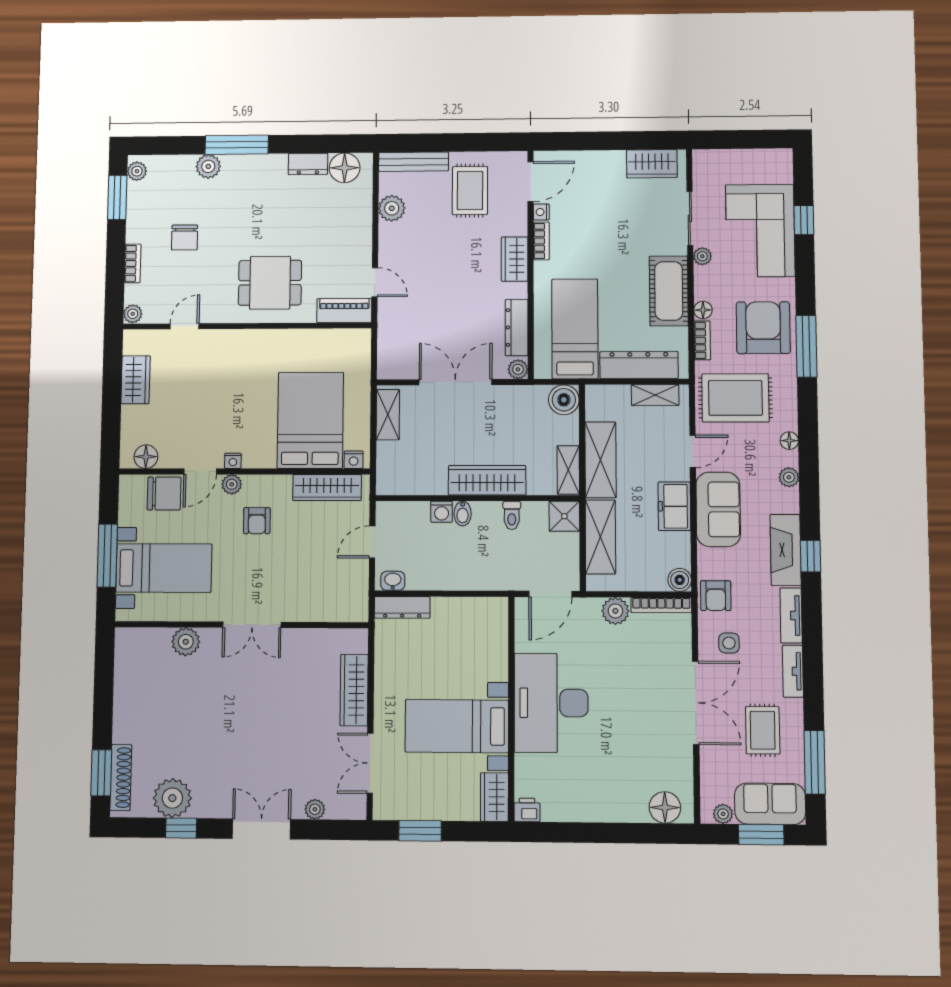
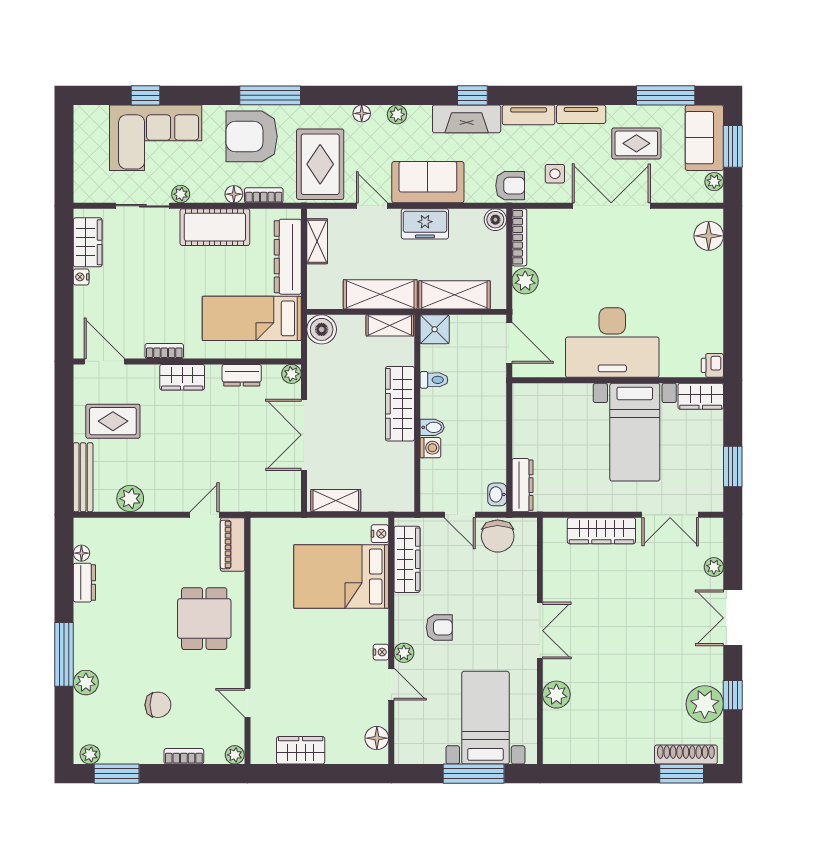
floor lamp: (345, 168) -> (81, 553), width x0.53, depth x0.53
nightstand: (541, 212) -> (81, 277), moved, turned 90
dresser: (517, 327) -> (242, 375), width x0.70
chair: (164, 494) -> (498, 536), moved, turned 180

